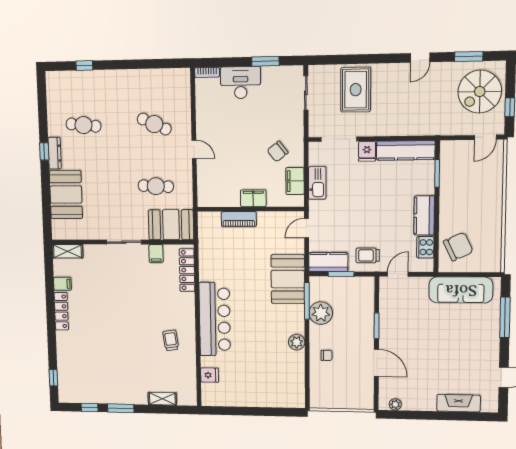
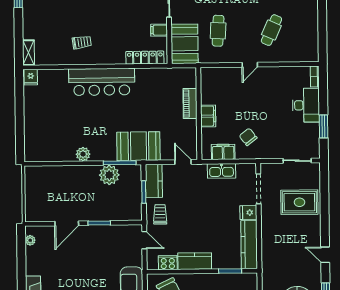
chair: (327, 355) -> (72, 180), removed
fridge: (209, 375) -> (31, 77), moved
shelving: (162, 399) -> (28, 53), moved

